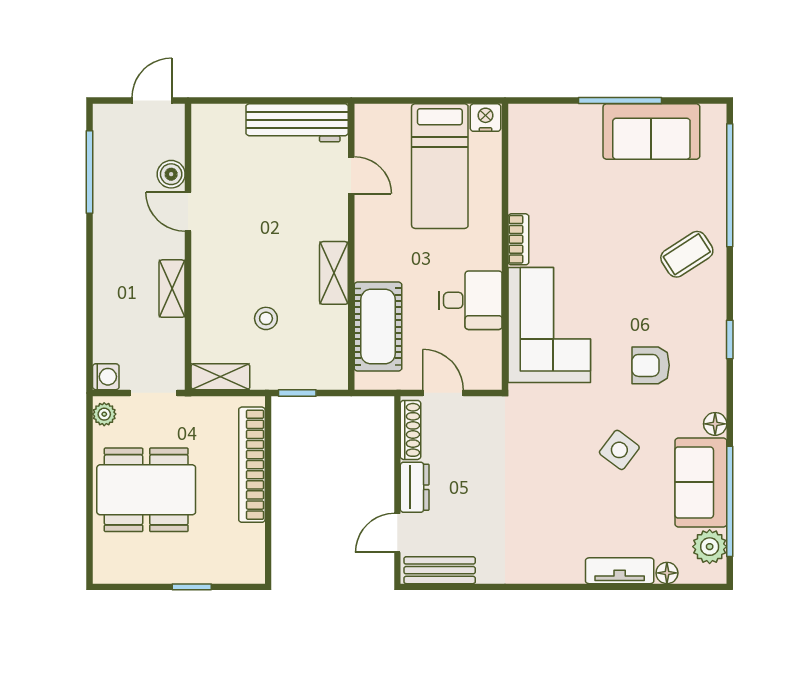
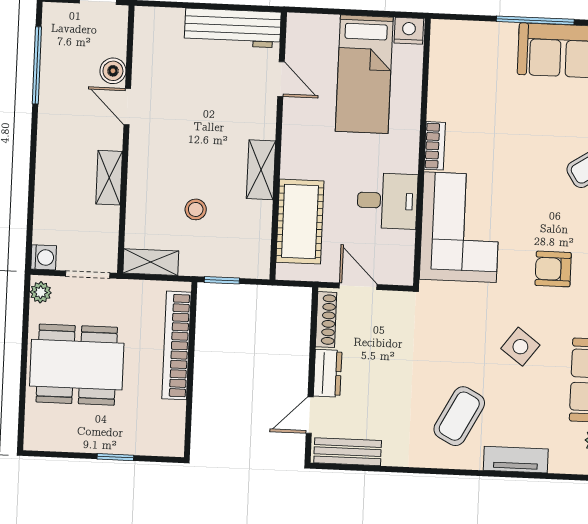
coffee table: (557, 527) -> (459, 416), added
floor lamp: (667, 573) -> (560, 464), removed

